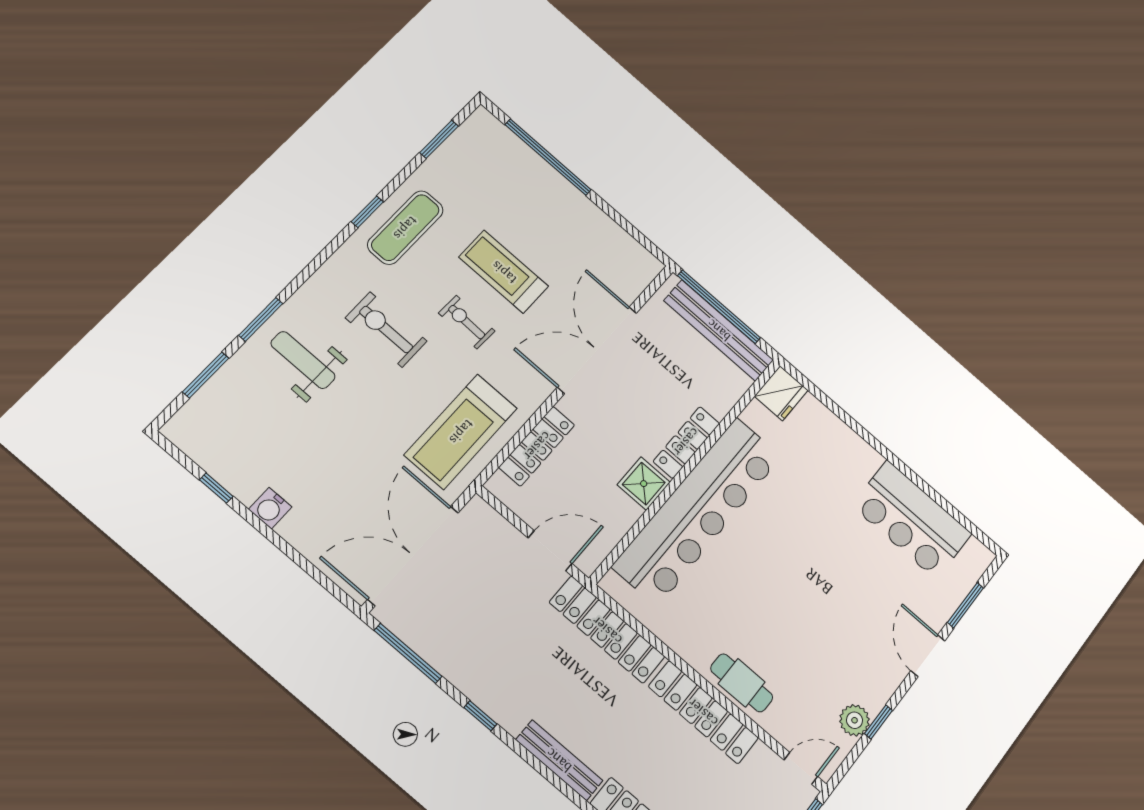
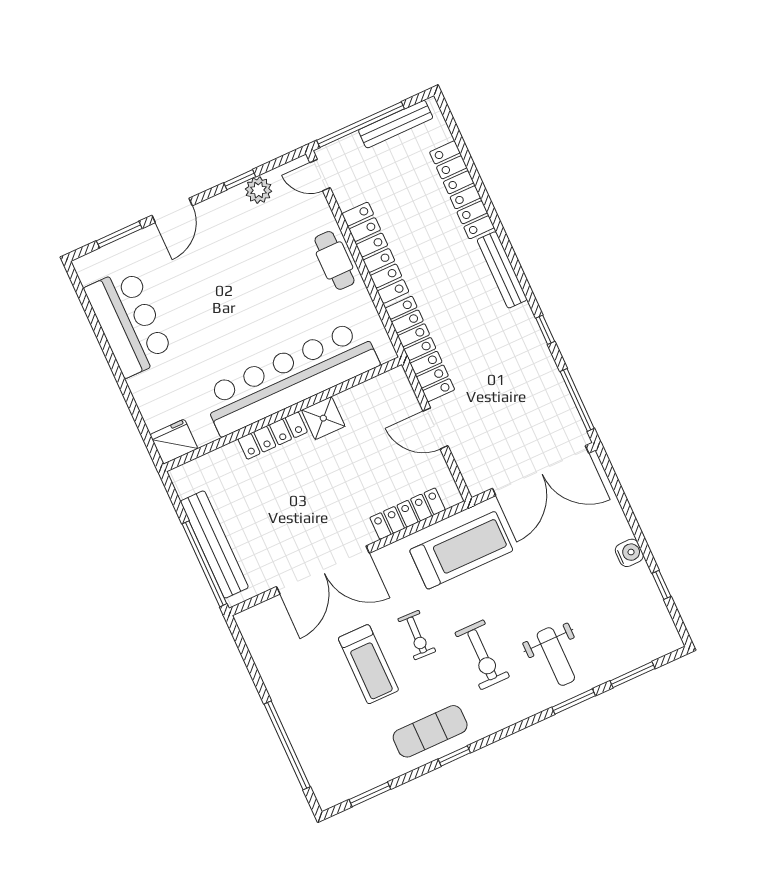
fridge: (781, 393) -> (174, 442), moved
locker: (686, 442) -> (273, 436), moved
wall: (687, 469) -> (283, 414), moved
shower: (644, 484) -> (323, 418), moved
bar counter: (698, 511) -> (290, 378), moved

